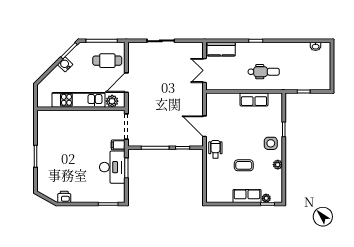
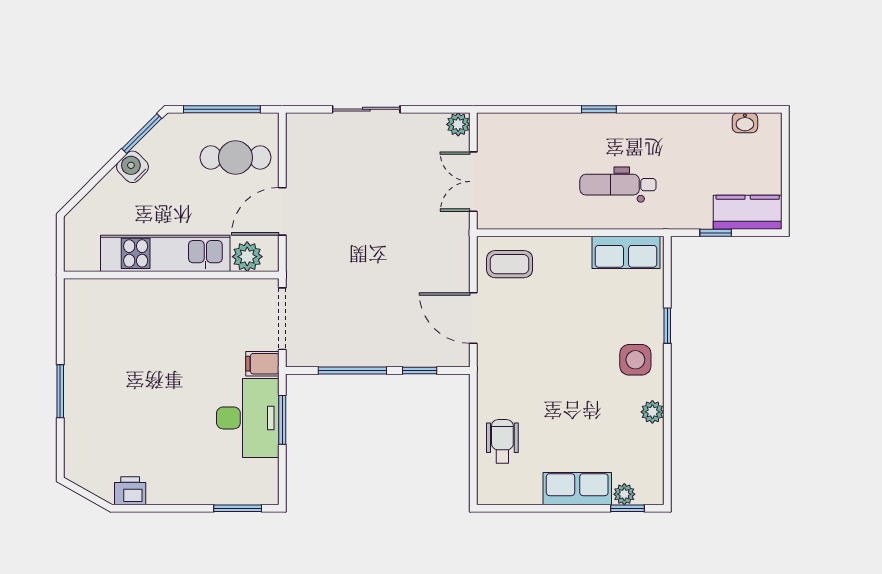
plant: (198, 47) -> (458, 124), added
kitchen counter: (221, 49) -> (748, 212), moved, turned 180
dental chair: (264, 72) -> (618, 185), turned 180
row of seats: (254, 99) -> (626, 252), moved
wheelchair: (215, 149) -> (502, 441), moved
coffee table: (244, 165) -> (510, 264), moved

